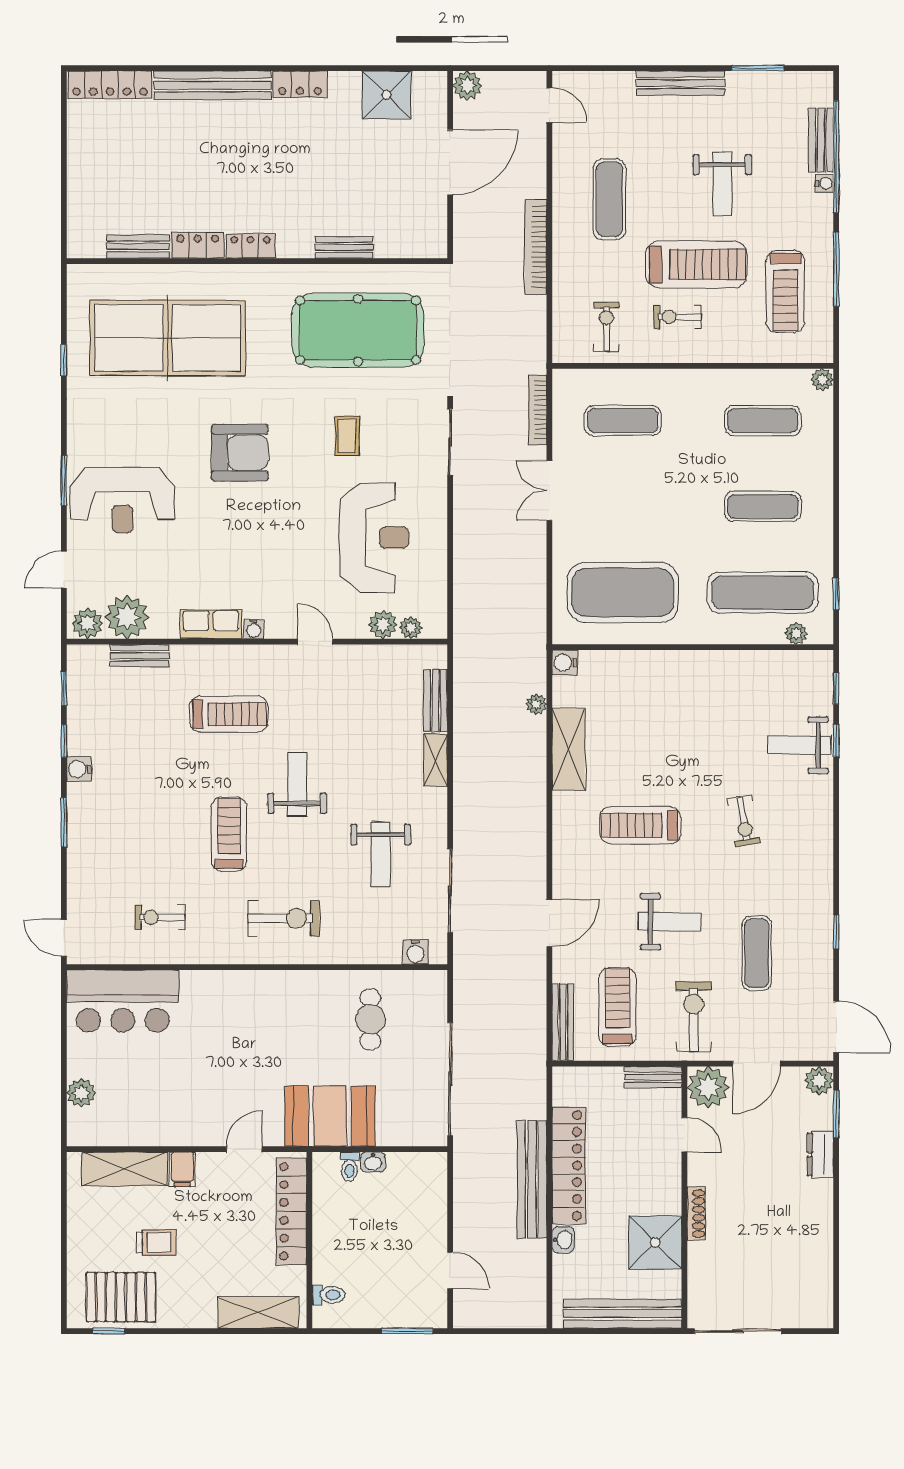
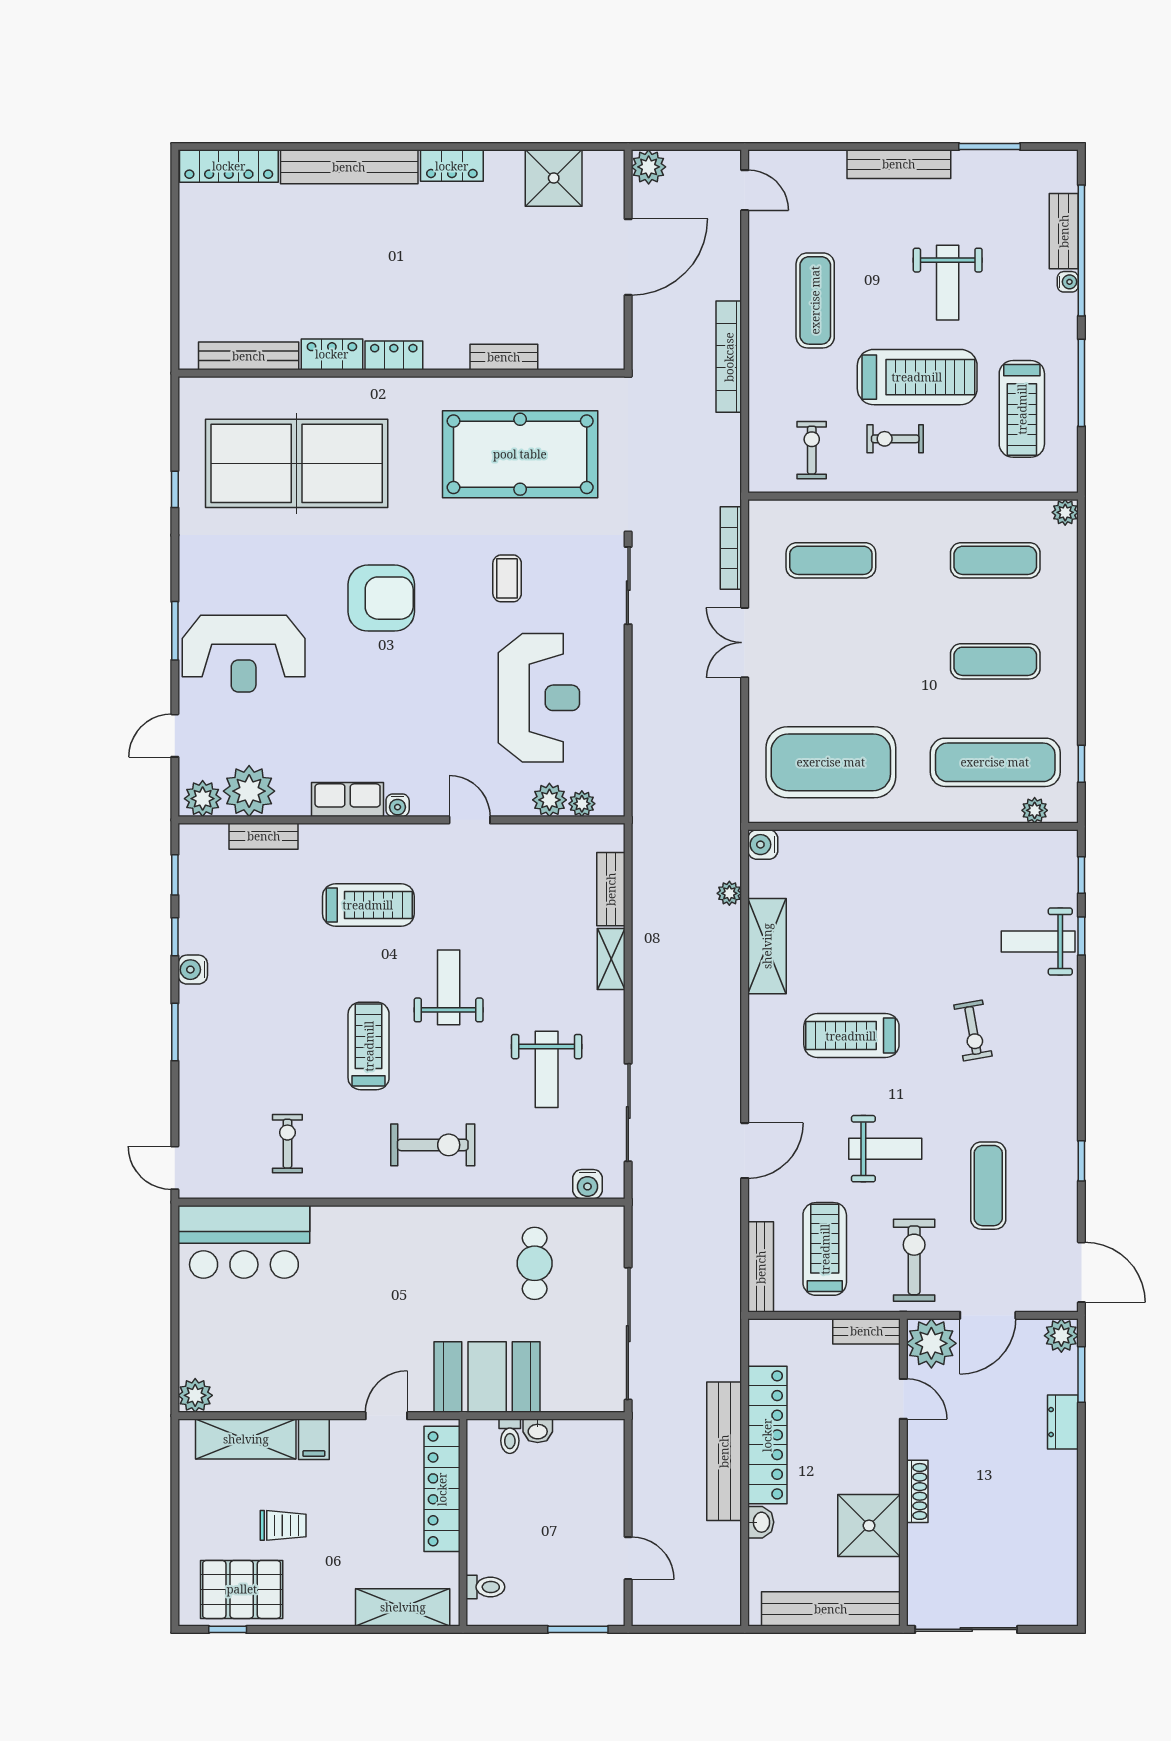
bench: (138, 246) -> (249, 356), width x1.36
exercise bike: (160, 917) -> (287, 1144), turned 90
plant: (81, 1093) -> (195, 1395), moved

